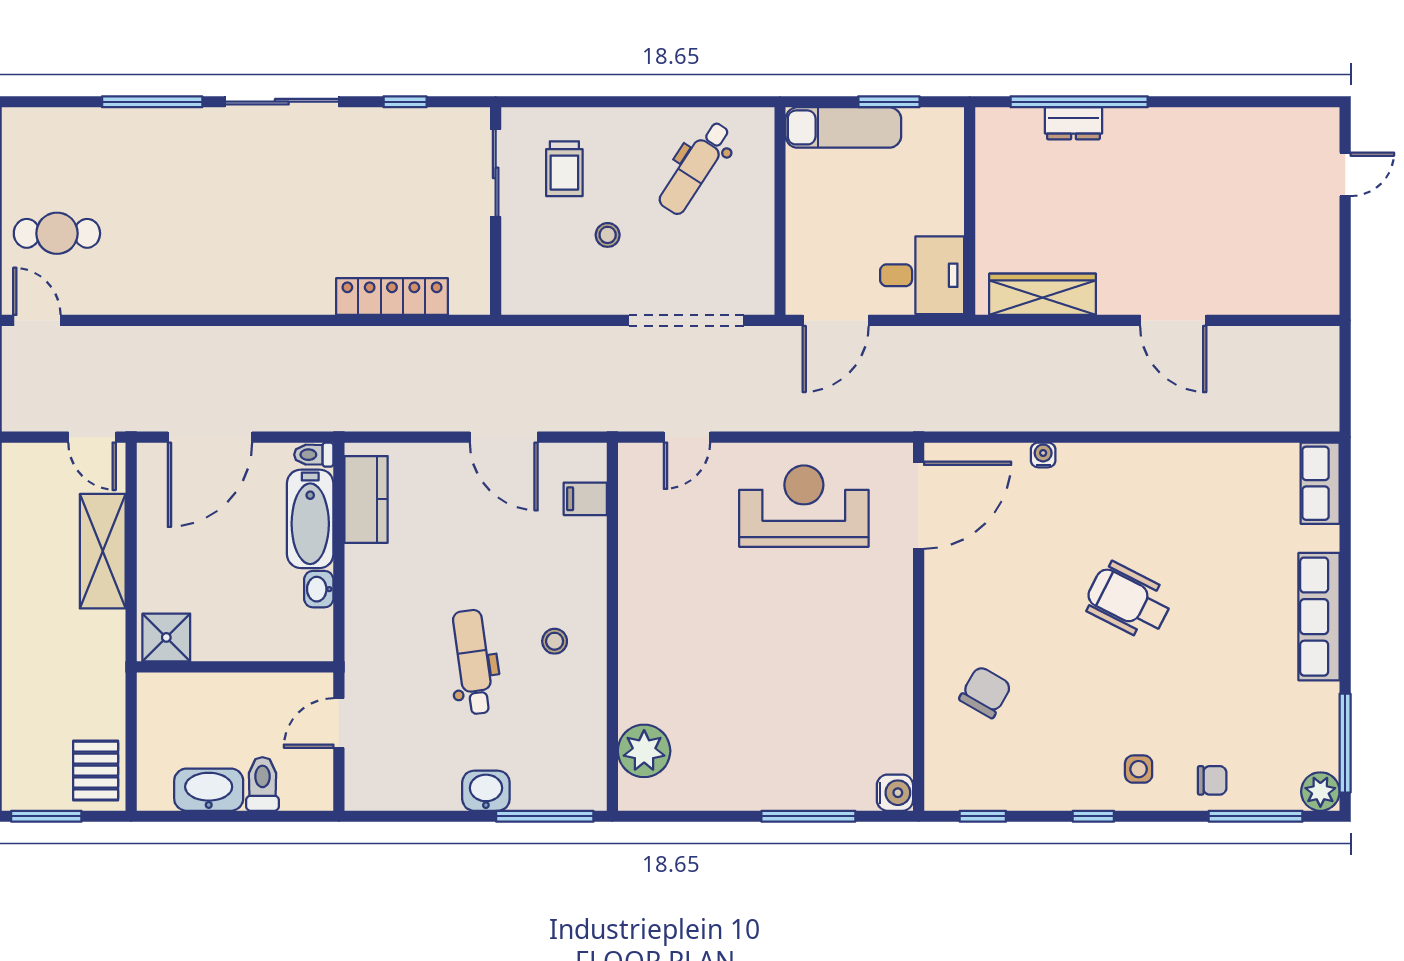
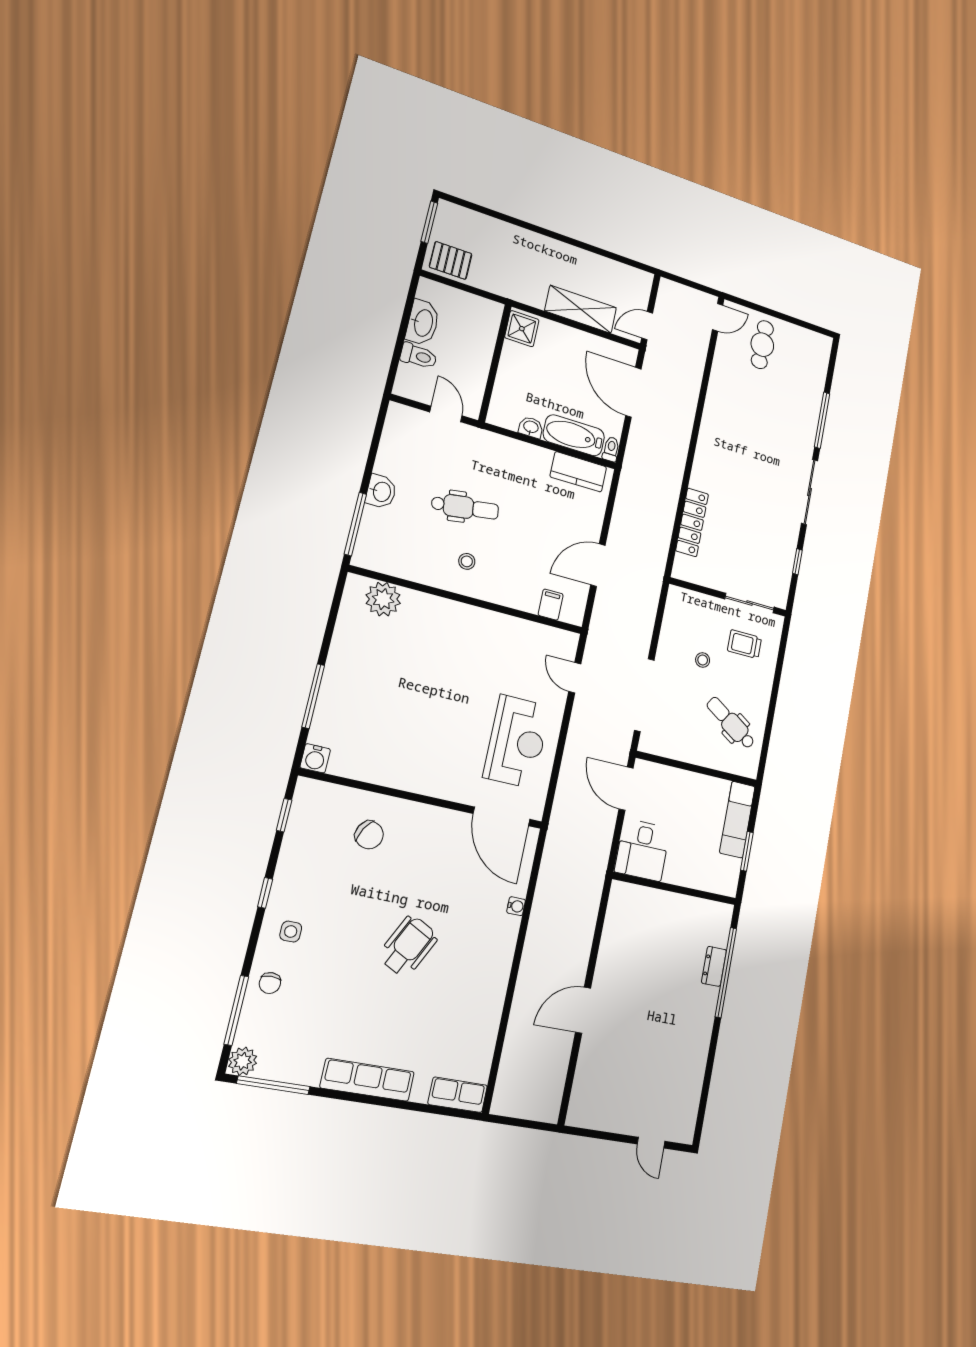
wardrobe: (1043, 294) -> (616, 926), removed

